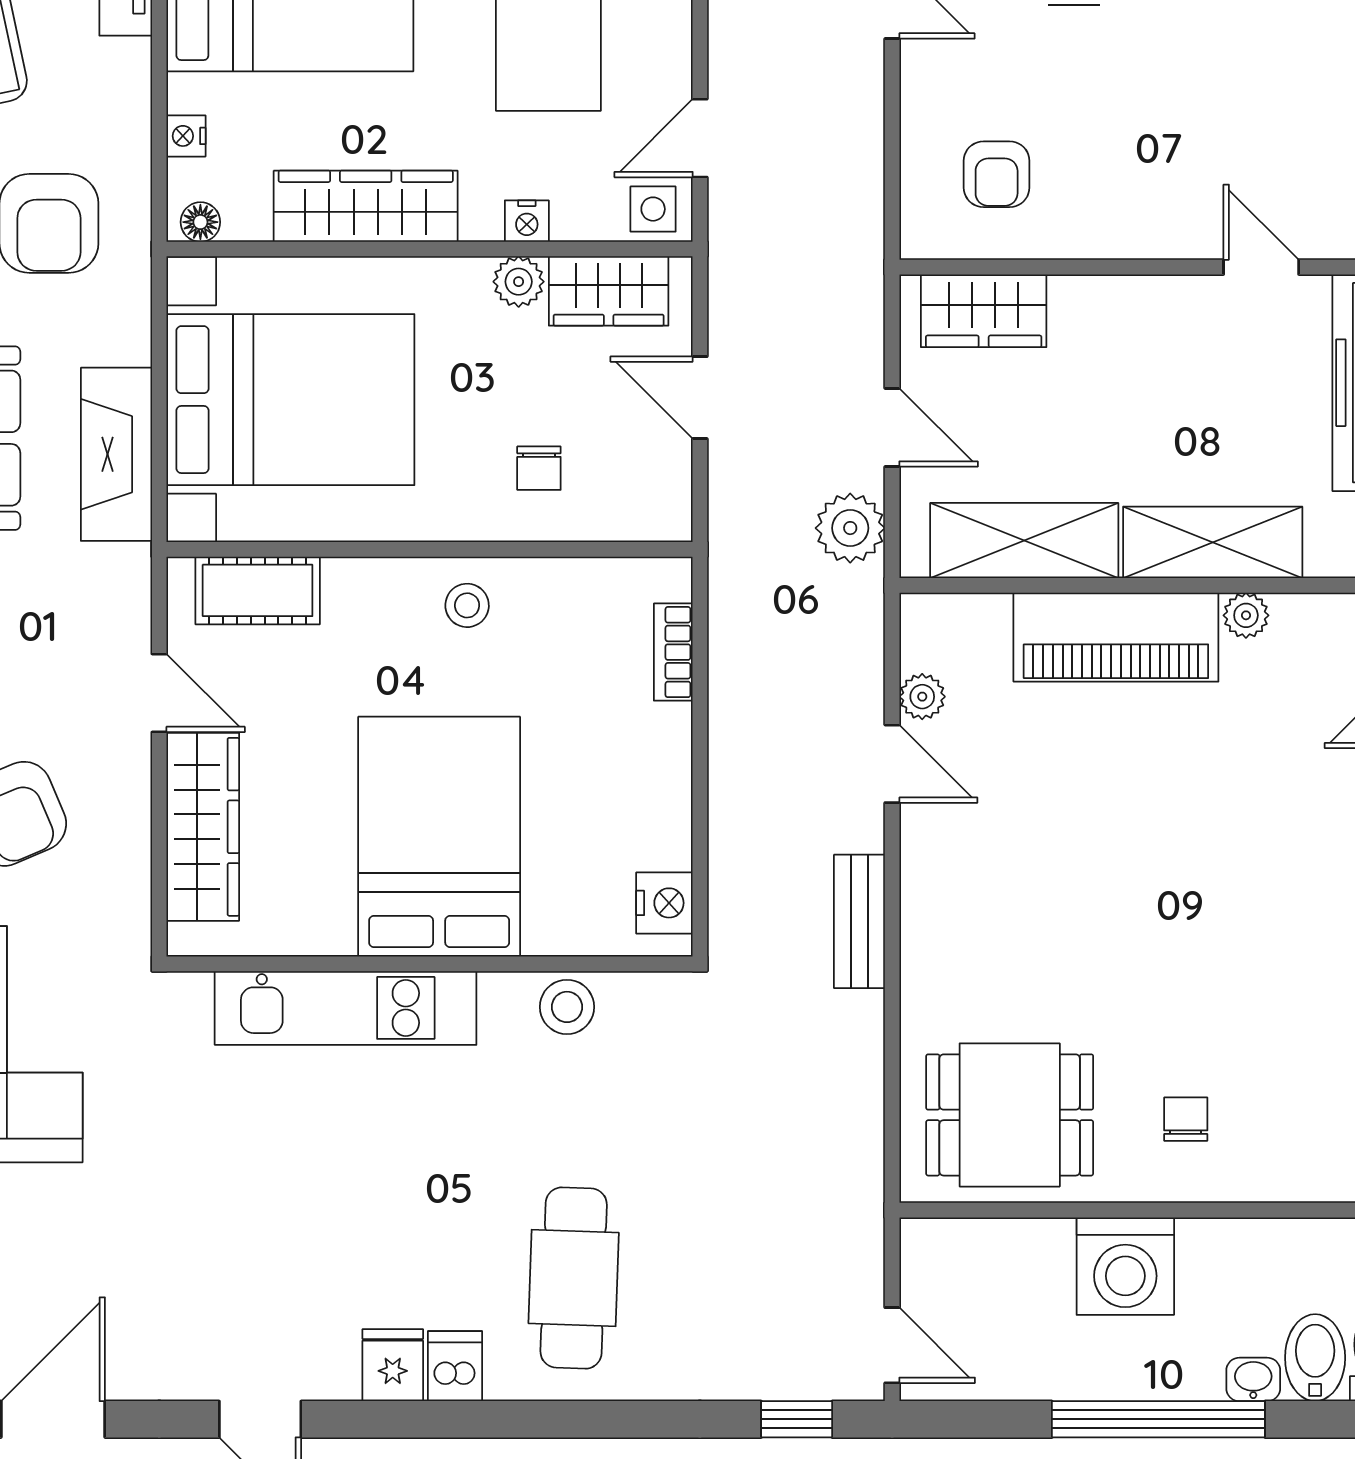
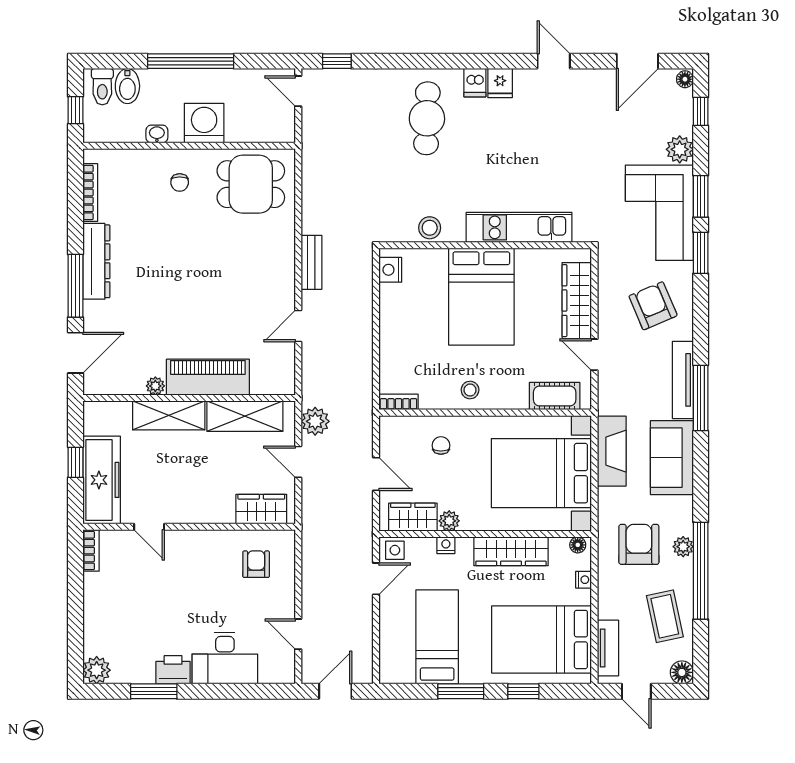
bookcase: (673, 652) -> (398, 402), moved, turned -90
plant: (922, 697) -> (286, 353), removed
door: (892, 764) -> (298, 326), hinge flipped
washbasin: (1253, 1379) -> (157, 134), moved, turned 180

